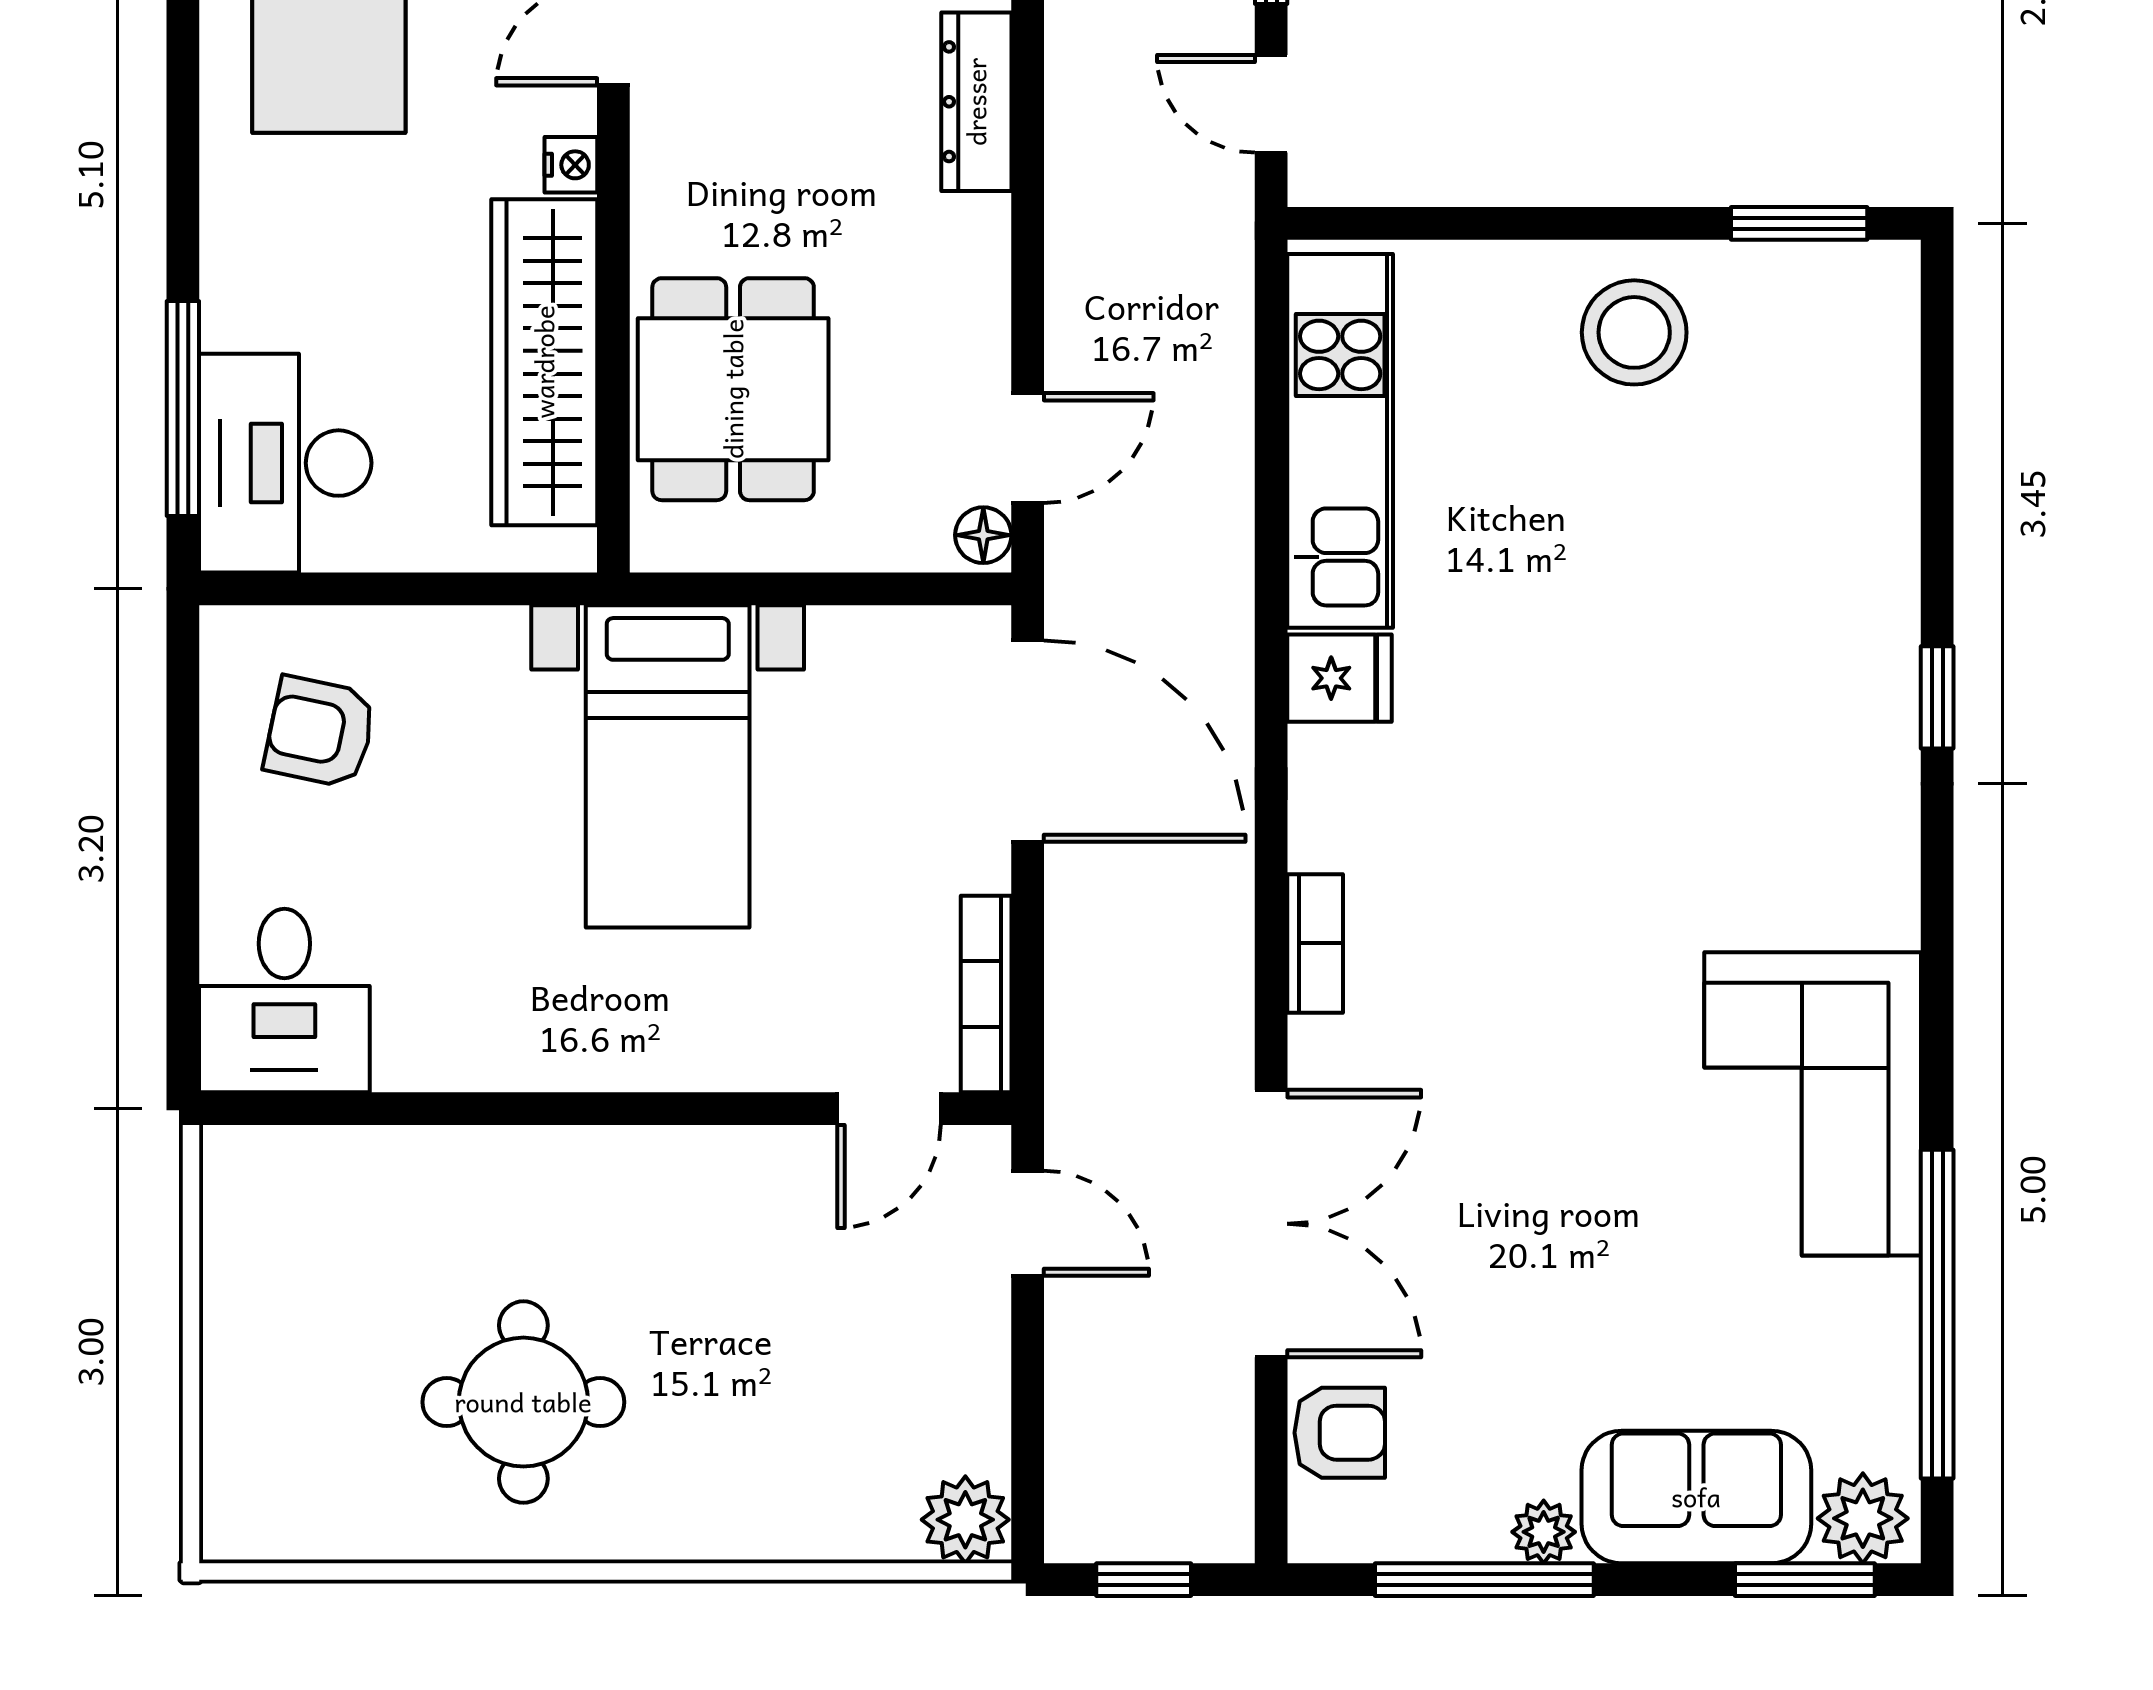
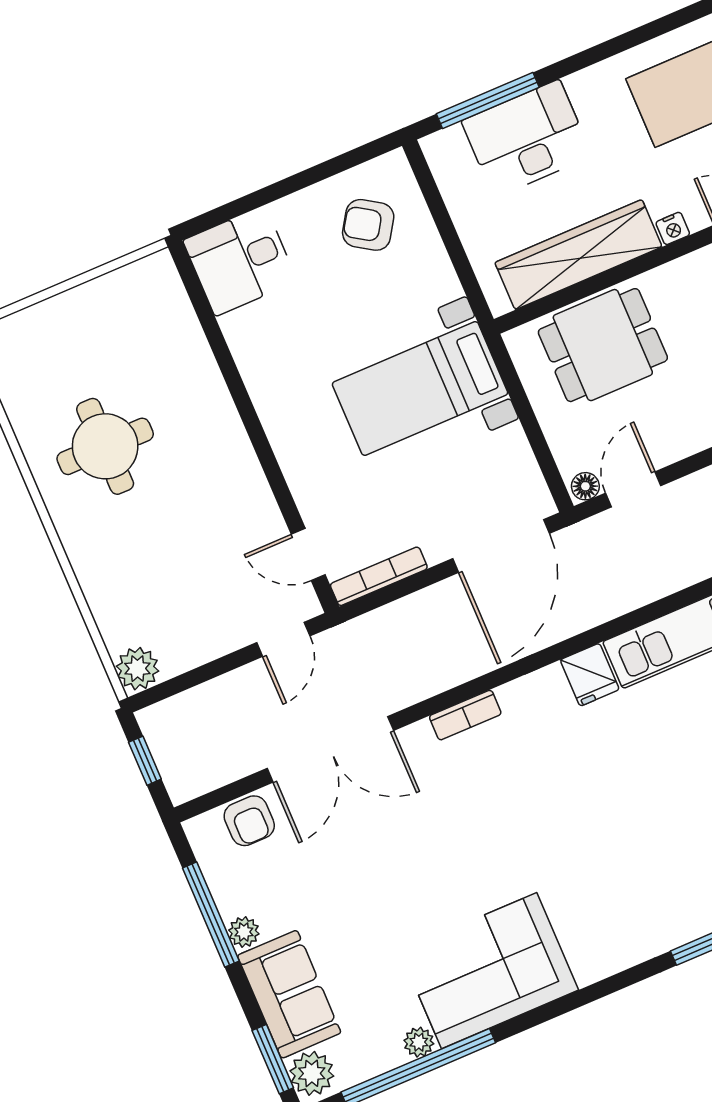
door: (1028, 448) -> (633, 489), swing flipped
desk: (285, 463) -> (527, 138), moved
armchair: (320, 732) -> (368, 225), turned -69
plant: (1890, 1293) -> (419, 1042), added

